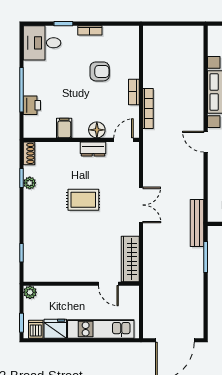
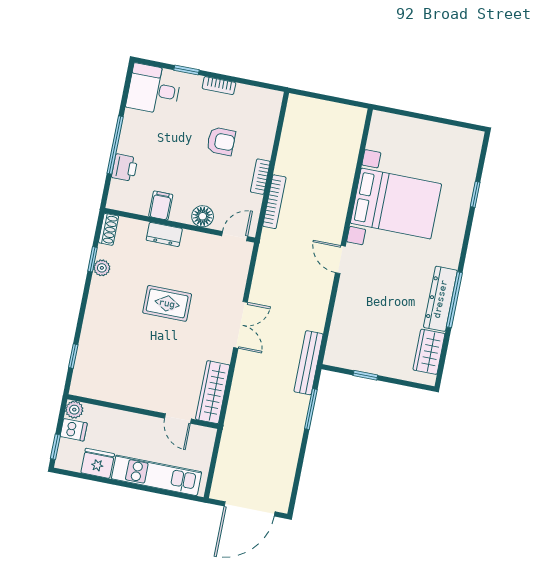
dresser: (93, 149) -> (164, 234), moved
dishwasher: (36, 329) -> (74, 430), moved, turned 90

